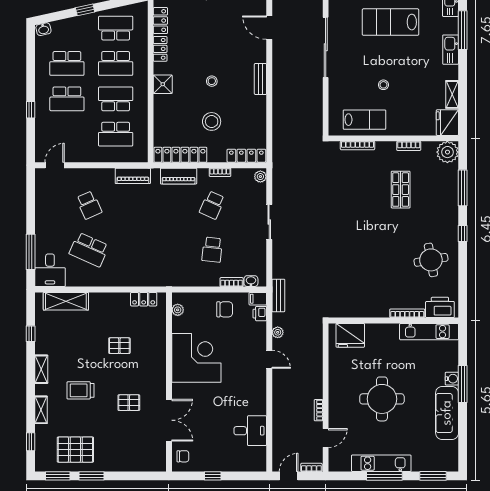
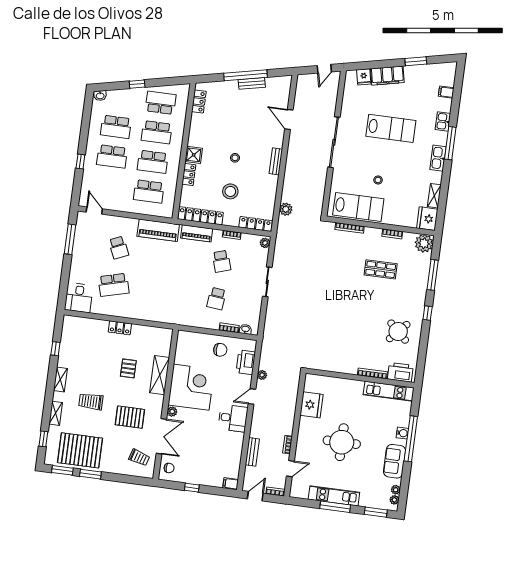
lab bench: (390, 22) -> (391, 128), turned 180
locker: (160, 49) -> (189, 174), moved
school desk: (116, 99) -> (153, 162), turned 180
lab bench: (364, 120) -> (358, 207), width x1.36, depth x1.39
plant: (280, 134) -> (286, 209), added
door: (55, 165) -> (94, 210), hinge flipped
piano: (133, 176) -> (158, 230), width x1.37, depth x1.33
shop shelf: (401, 190) -> (381, 269), turned 90
school desk: (212, 205) -> (221, 261), turned -42
school desk: (89, 250) -> (114, 285), turned -39
window: (31, 252) -> (70, 239), moved
round table: (431, 260) -> (398, 332), turned -37
bench: (278, 295) -> (252, 452), moved
locker: (144, 299) -> (120, 328), moved
filing cabinet: (258, 299) -> (231, 484), moved
shelving: (66, 301) -> (160, 375), moved, turned 90
plant: (178, 310) -> (172, 412), moved
printer: (260, 314) -> (246, 362), width x1.87, depth x1.48
fridge: (350, 335) -> (311, 405), moved, turned -90
pallet: (119, 346) -> (128, 368), turned 90
door: (269, 359) -> (252, 397), swing flipped
window: (463, 384) -> (411, 439), width x1.46
pallet: (129, 403) -> (130, 417), width x1.50, depth x1.42
sofa: (447, 413) -> (395, 461), width x0.73
desk: (250, 431) -> (233, 418), moved
plant: (453, 446) -> (396, 490), added
trolley: (146, 449) -> (139, 458), added
pallet: (75, 450) -> (80, 450), width x1.37, depth x1.41
plant: (453, 458) -> (394, 500), added

